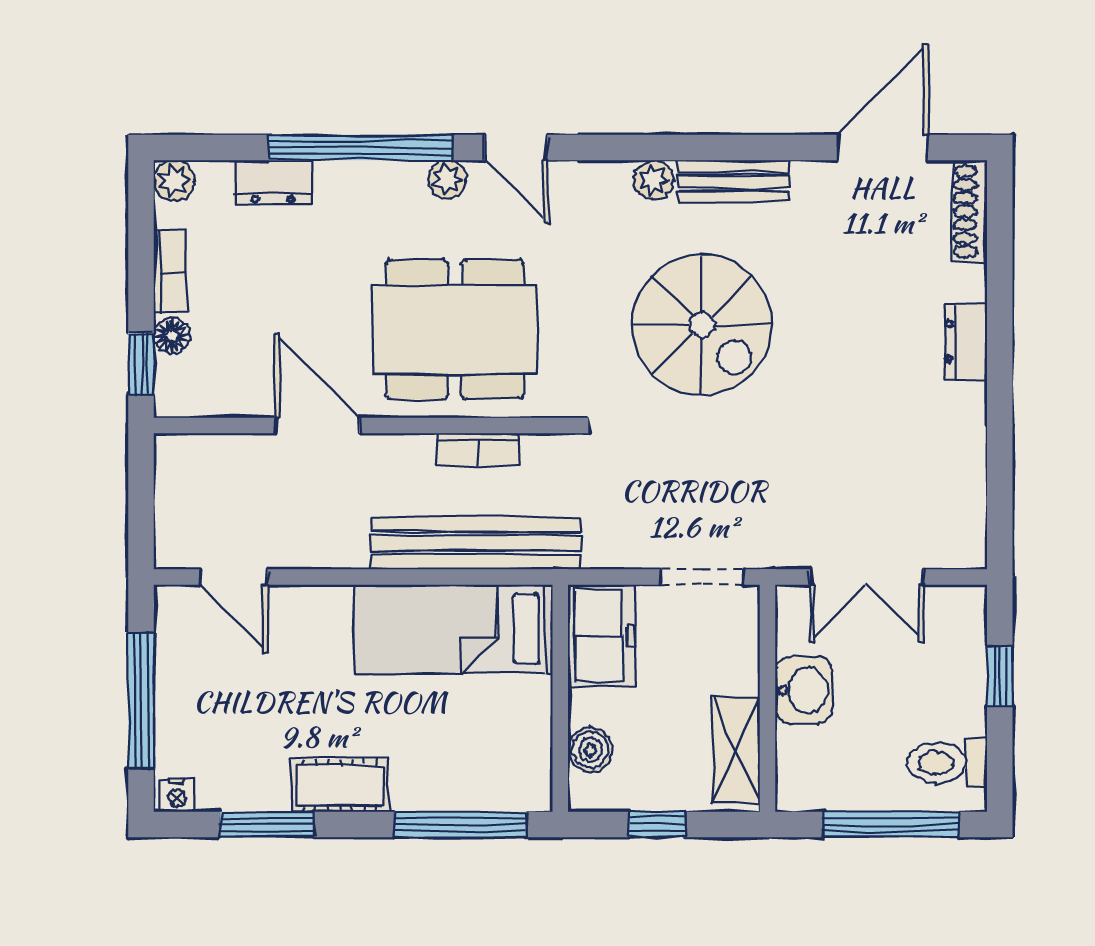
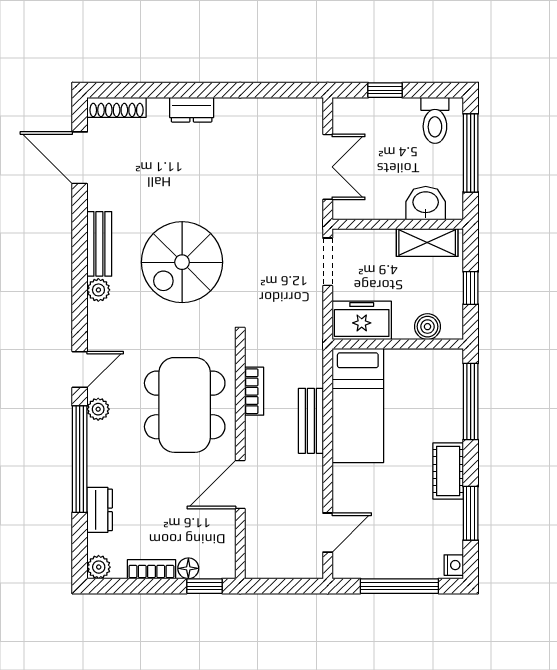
spiral stairs: (702, 325) -> (182, 262), turned 180
bench: (476, 543) -> (311, 421), width x0.54, depth x0.82
washbasin: (804, 690) -> (426, 203), moved

